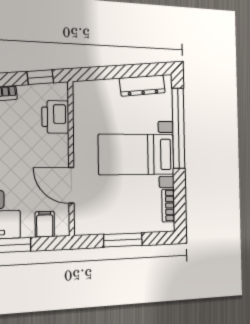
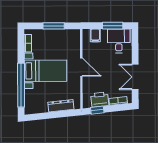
dresser: (142, 86) -> (61, 106), moved
printer: (55, 117) -> (100, 100), moved, turned -96
door: (71, 185) -> (81, 67), moved

